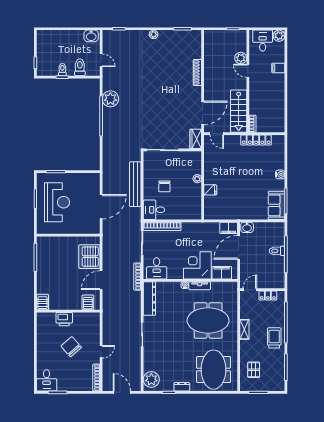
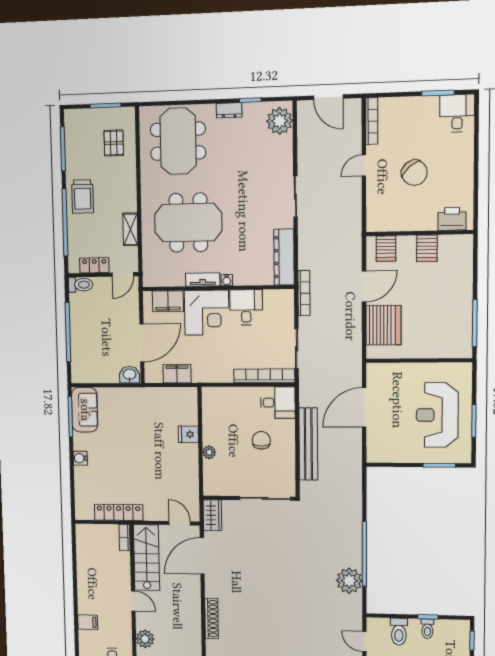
door: (248, 71) -> (133, 601), moved
filing cabinet: (229, 228) -> (177, 374), moved
toilet: (277, 251) -> (81, 285), moved
desk: (157, 268) -> (246, 307), moved
server rack: (42, 302) -> (427, 248), moved
printer: (64, 319) -> (452, 219), moved
shelving: (244, 329) -> (130, 229), moved

